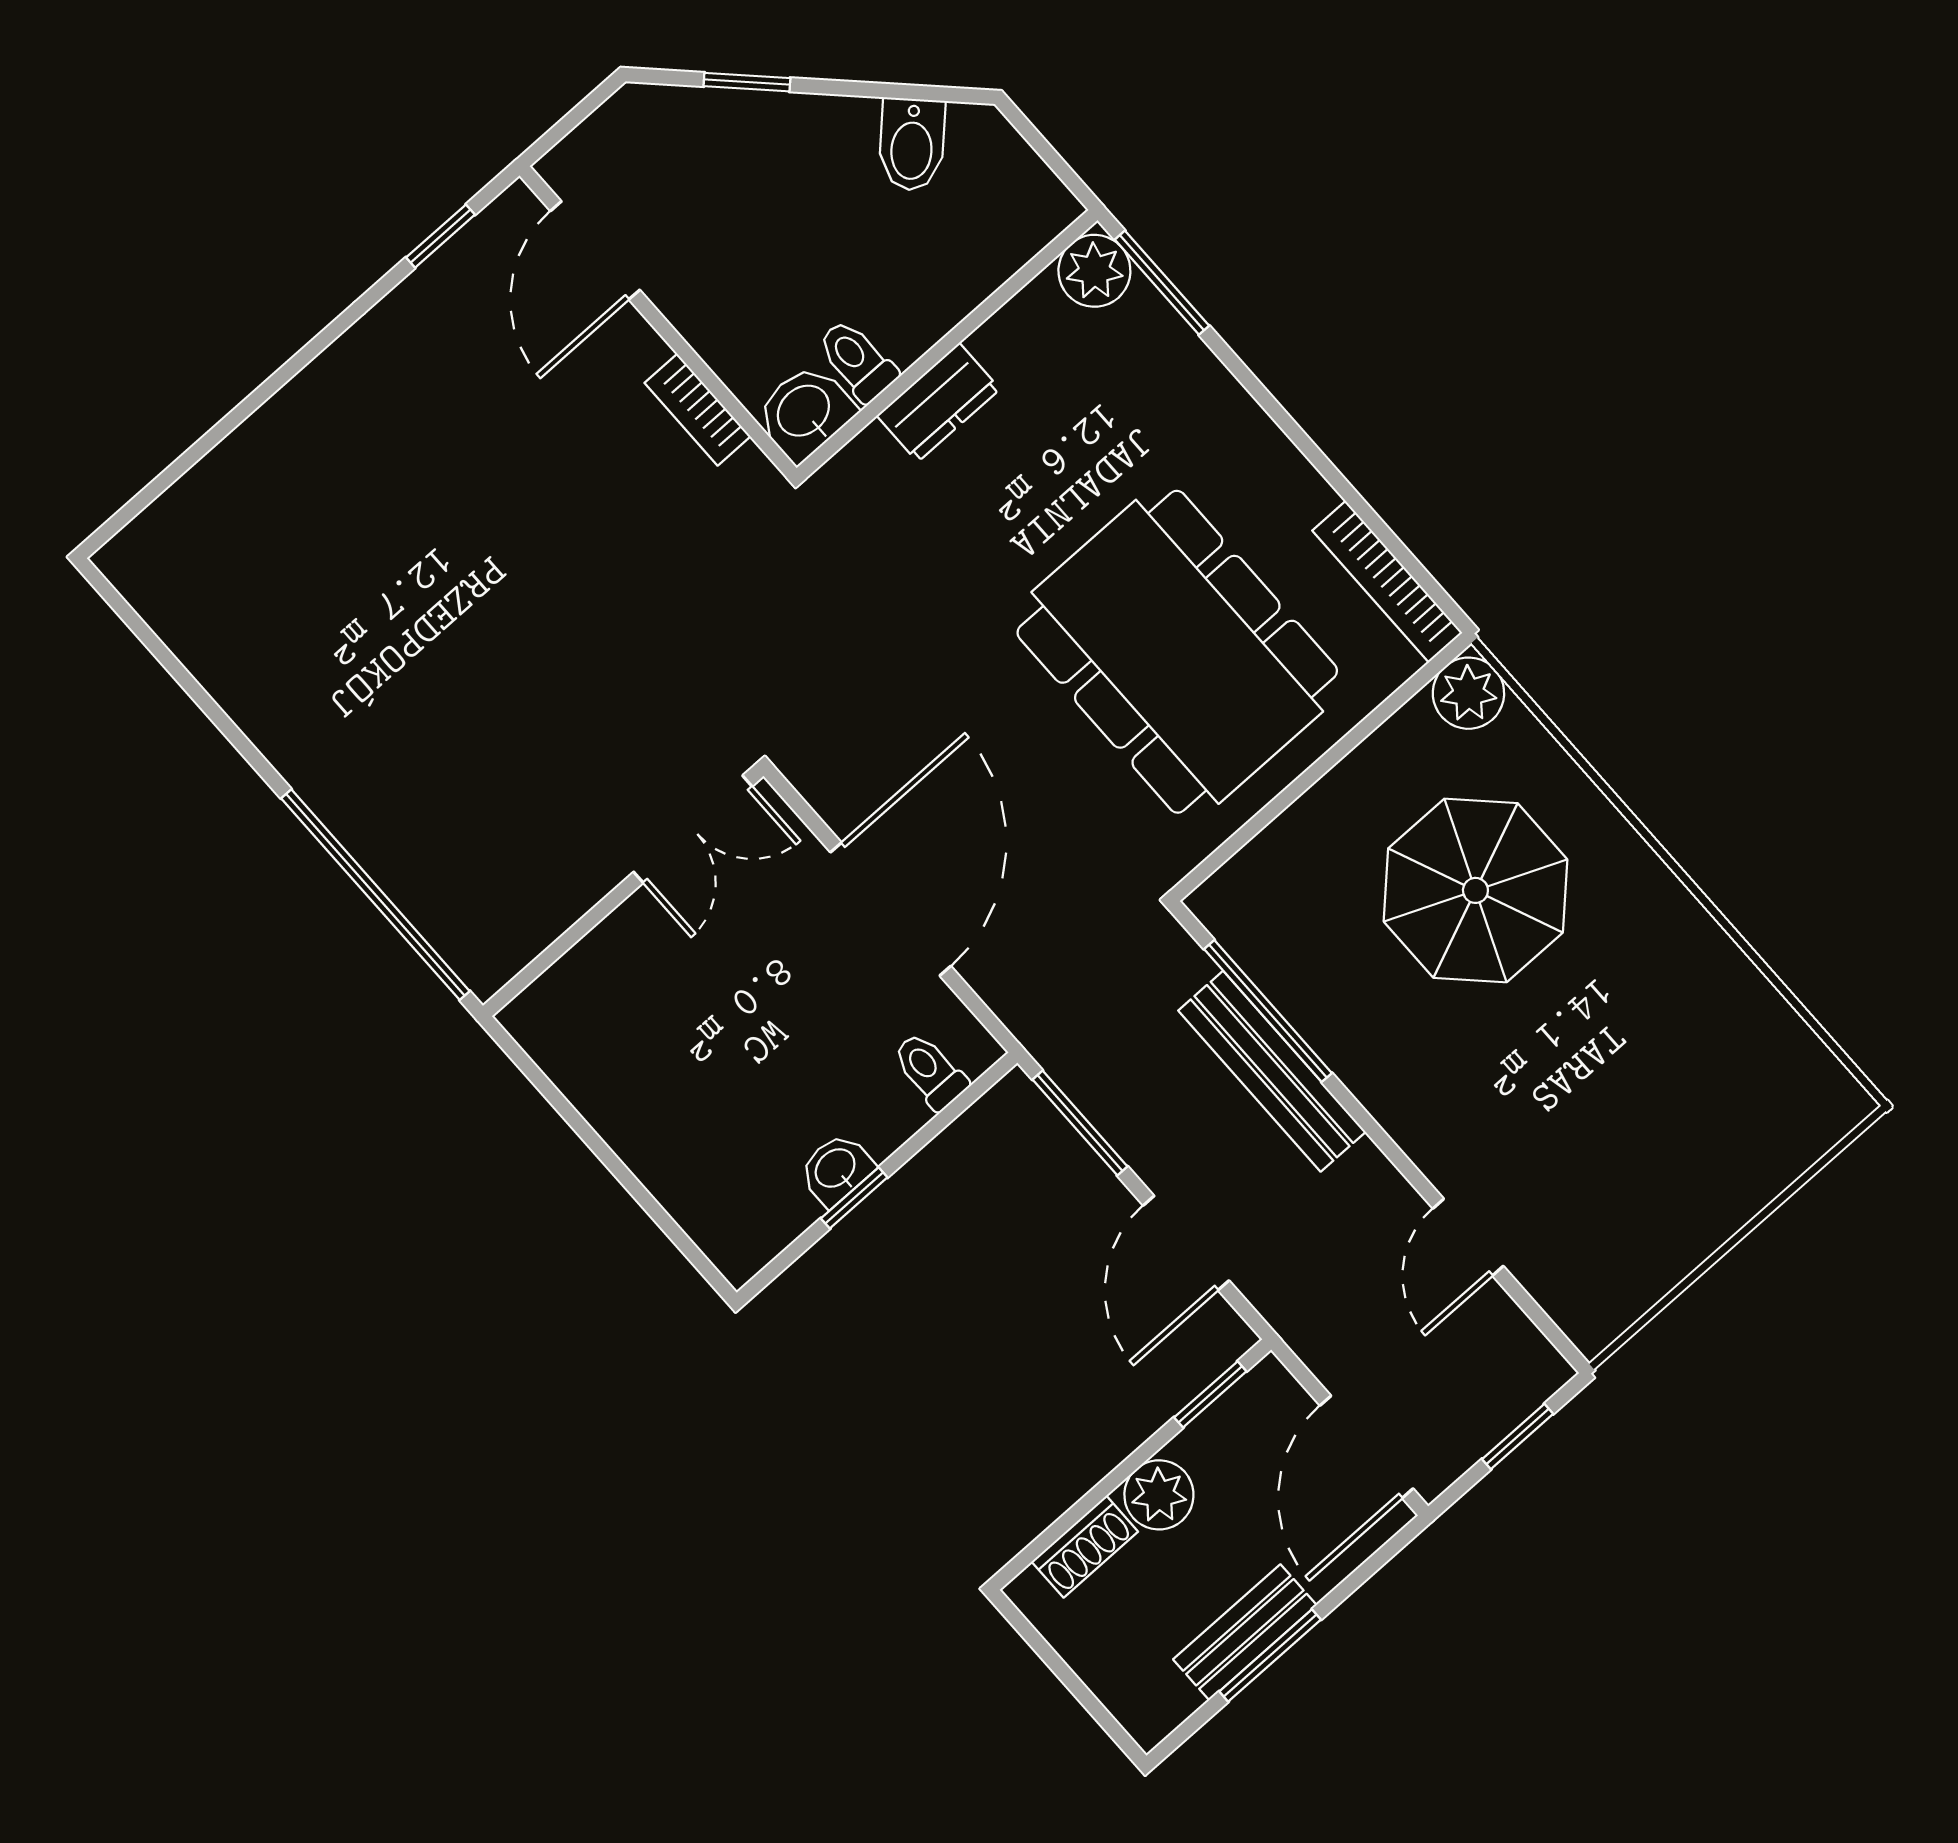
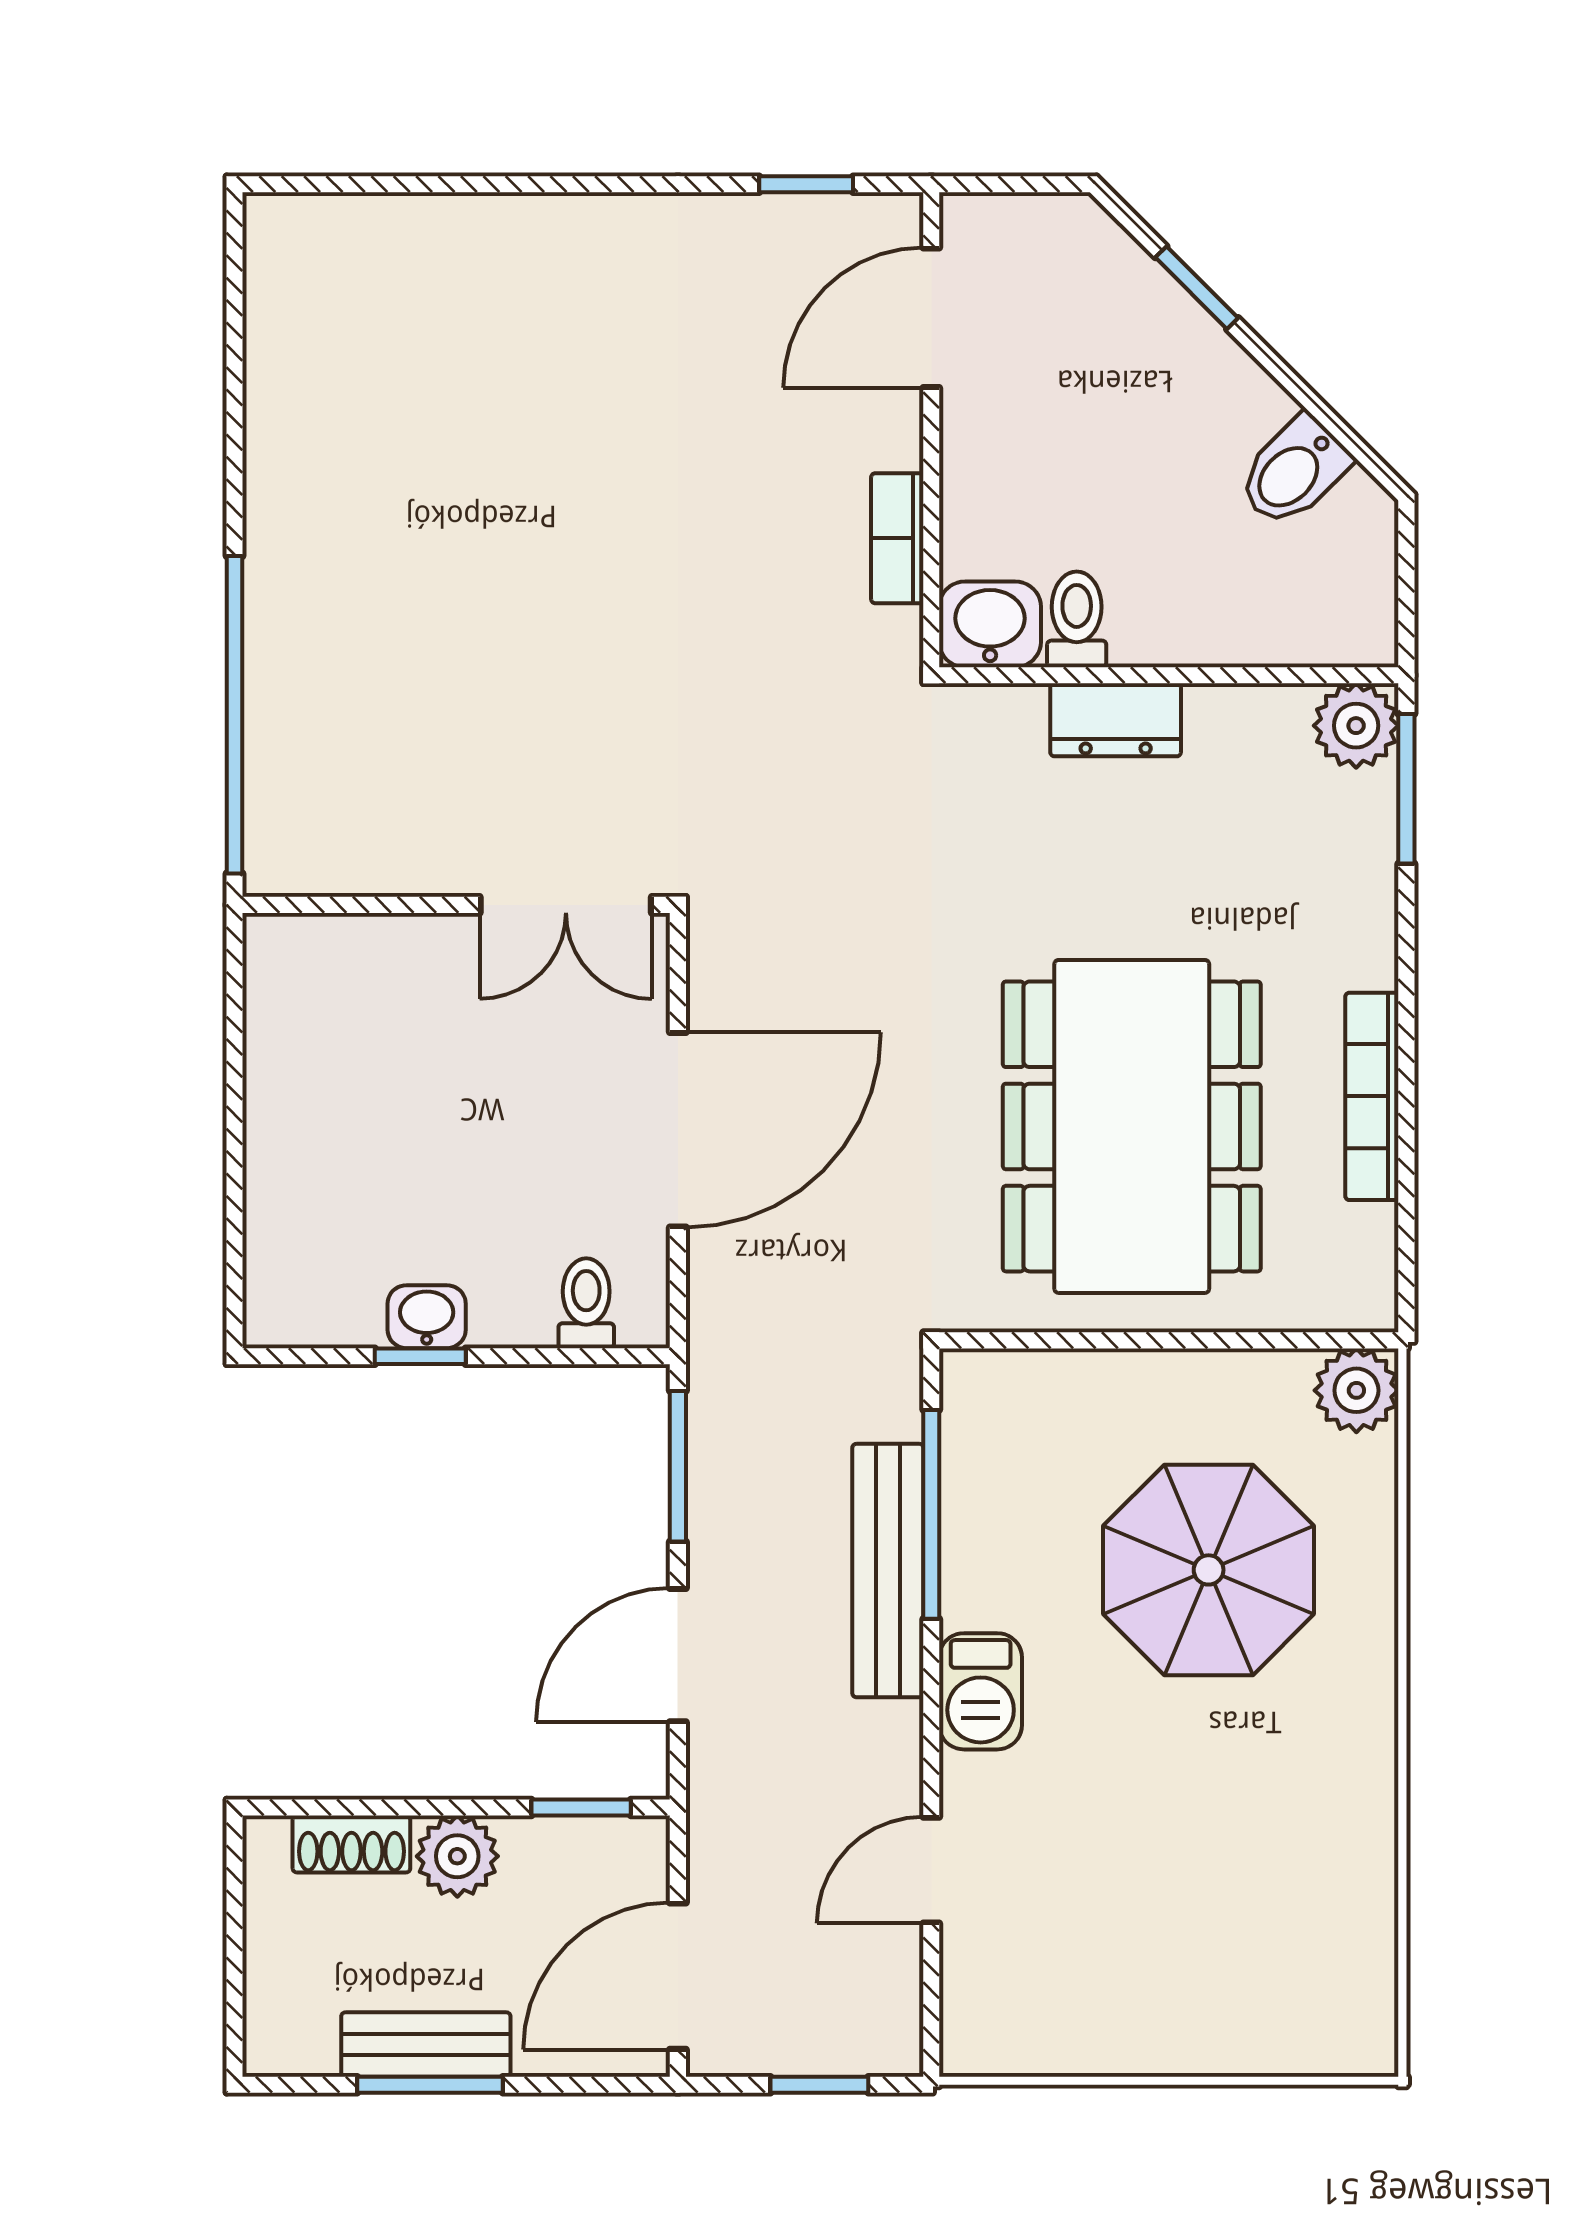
bookcase: (1387, 582) -> (1372, 1096), moved
barbecue: (1399, 1096) -> (981, 1691), added

